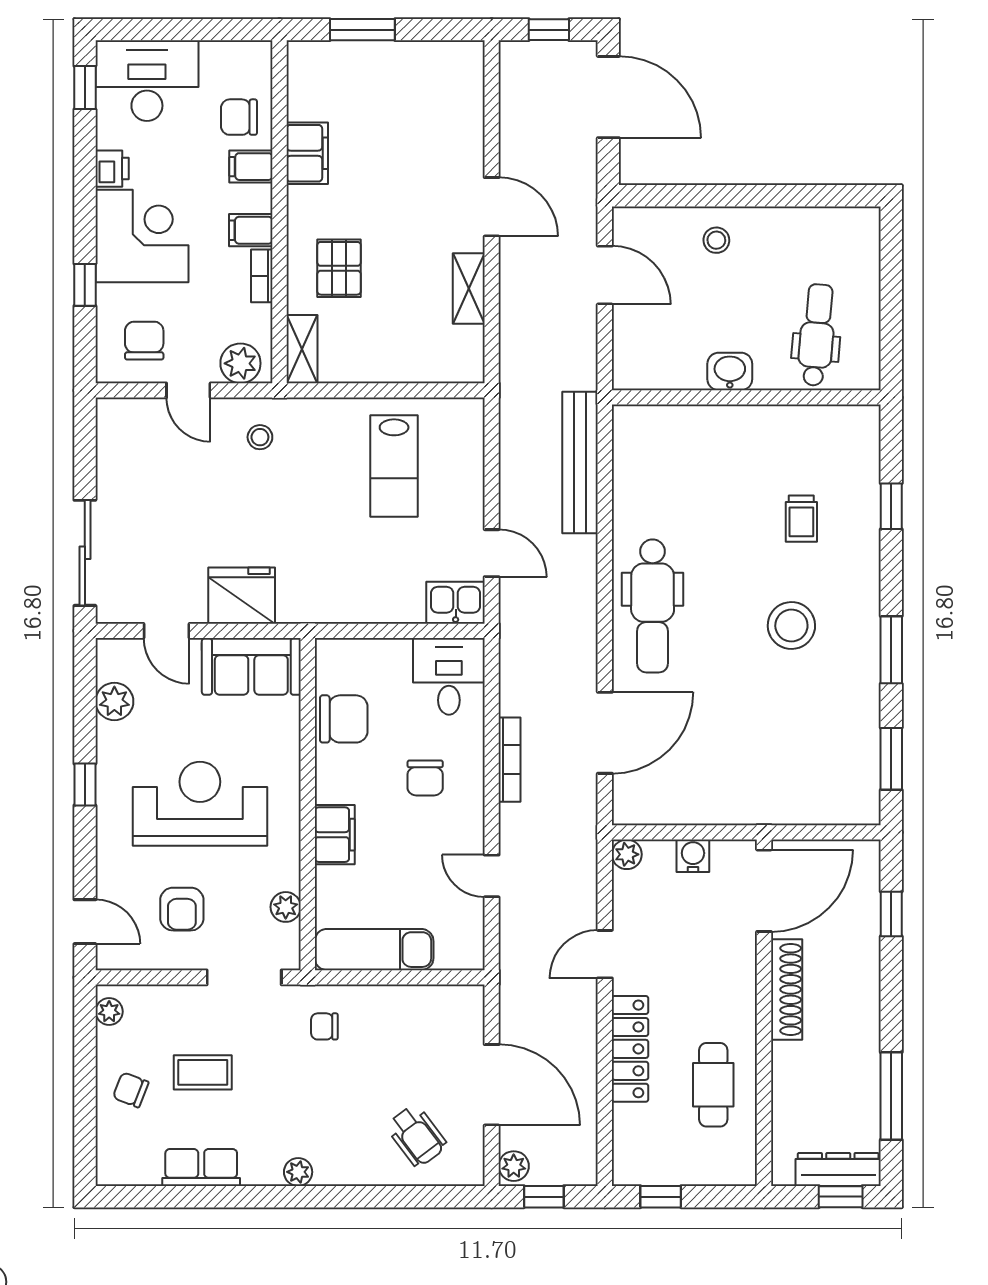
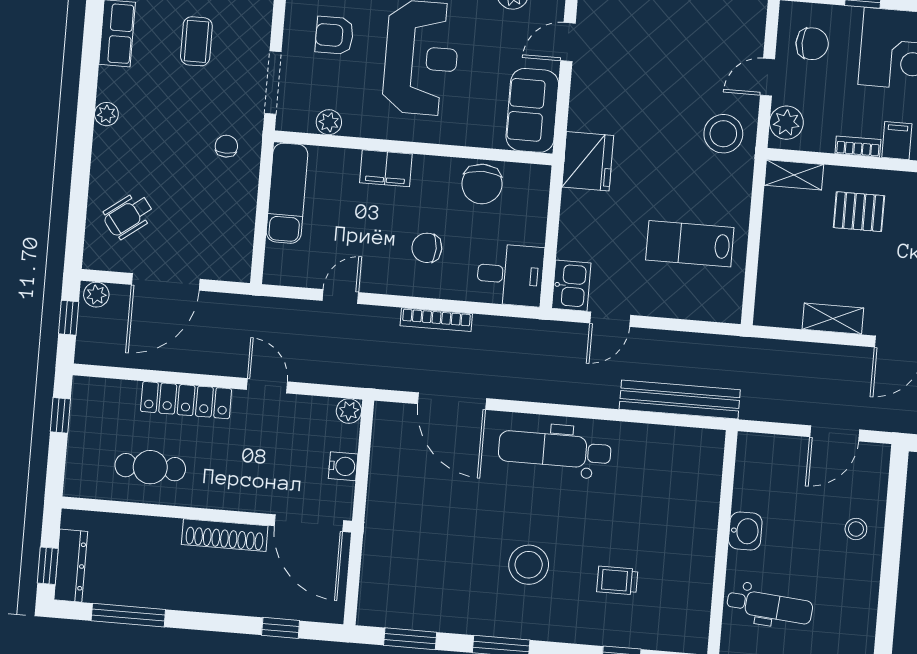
stool: (260, 437) -> (723, 134), width x1.89, depth x1.89
fridge: (242, 596) -> (588, 161), moved

